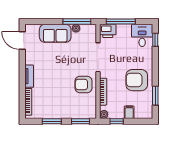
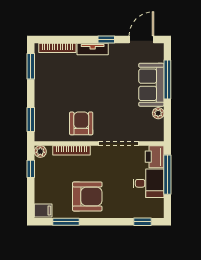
window: (77, 22) -> (167, 80), moved
desk: (142, 35) -> (148, 183), moved
window: (22, 66) -> (106, 40), added
armchair: (137, 80) -> (87, 196), turned 90
filing cabinet: (129, 112) -> (43, 210), moved
window: (52, 121) -> (31, 66), moved

